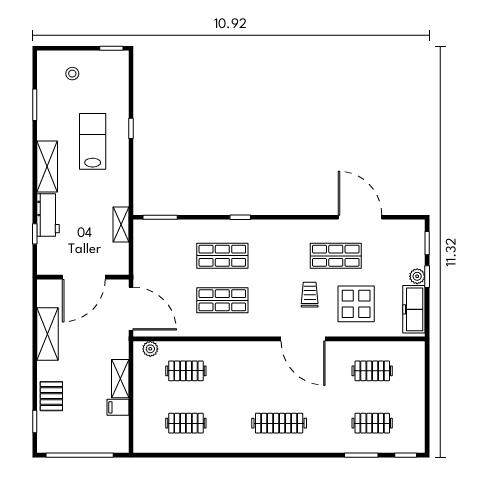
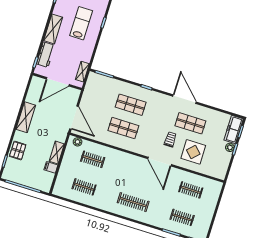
door: (360, 217) -> (185, 99), moved
wall: (83, 277) -> (57, 82), moved
door: (84, 277) -> (58, 82), moved
freezer: (414, 309) -> (234, 129), moved

